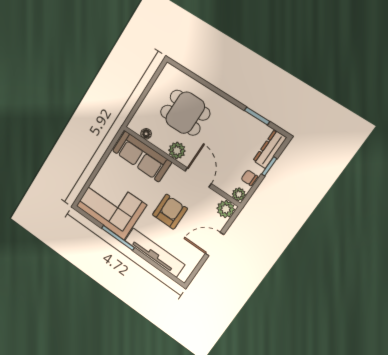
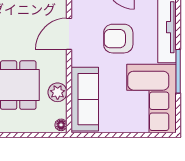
floor lamp: (146, 134) -> (61, 125), moved
plant: (177, 151) -> (58, 92), moved

